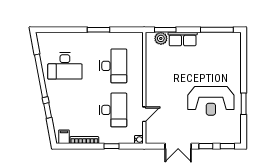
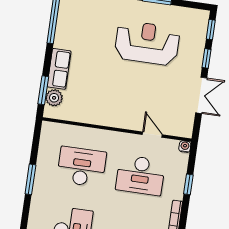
reception desk: (211, 101) -> (147, 43), turned -90
desk: (113, 110) -> (140, 175), turned 180

